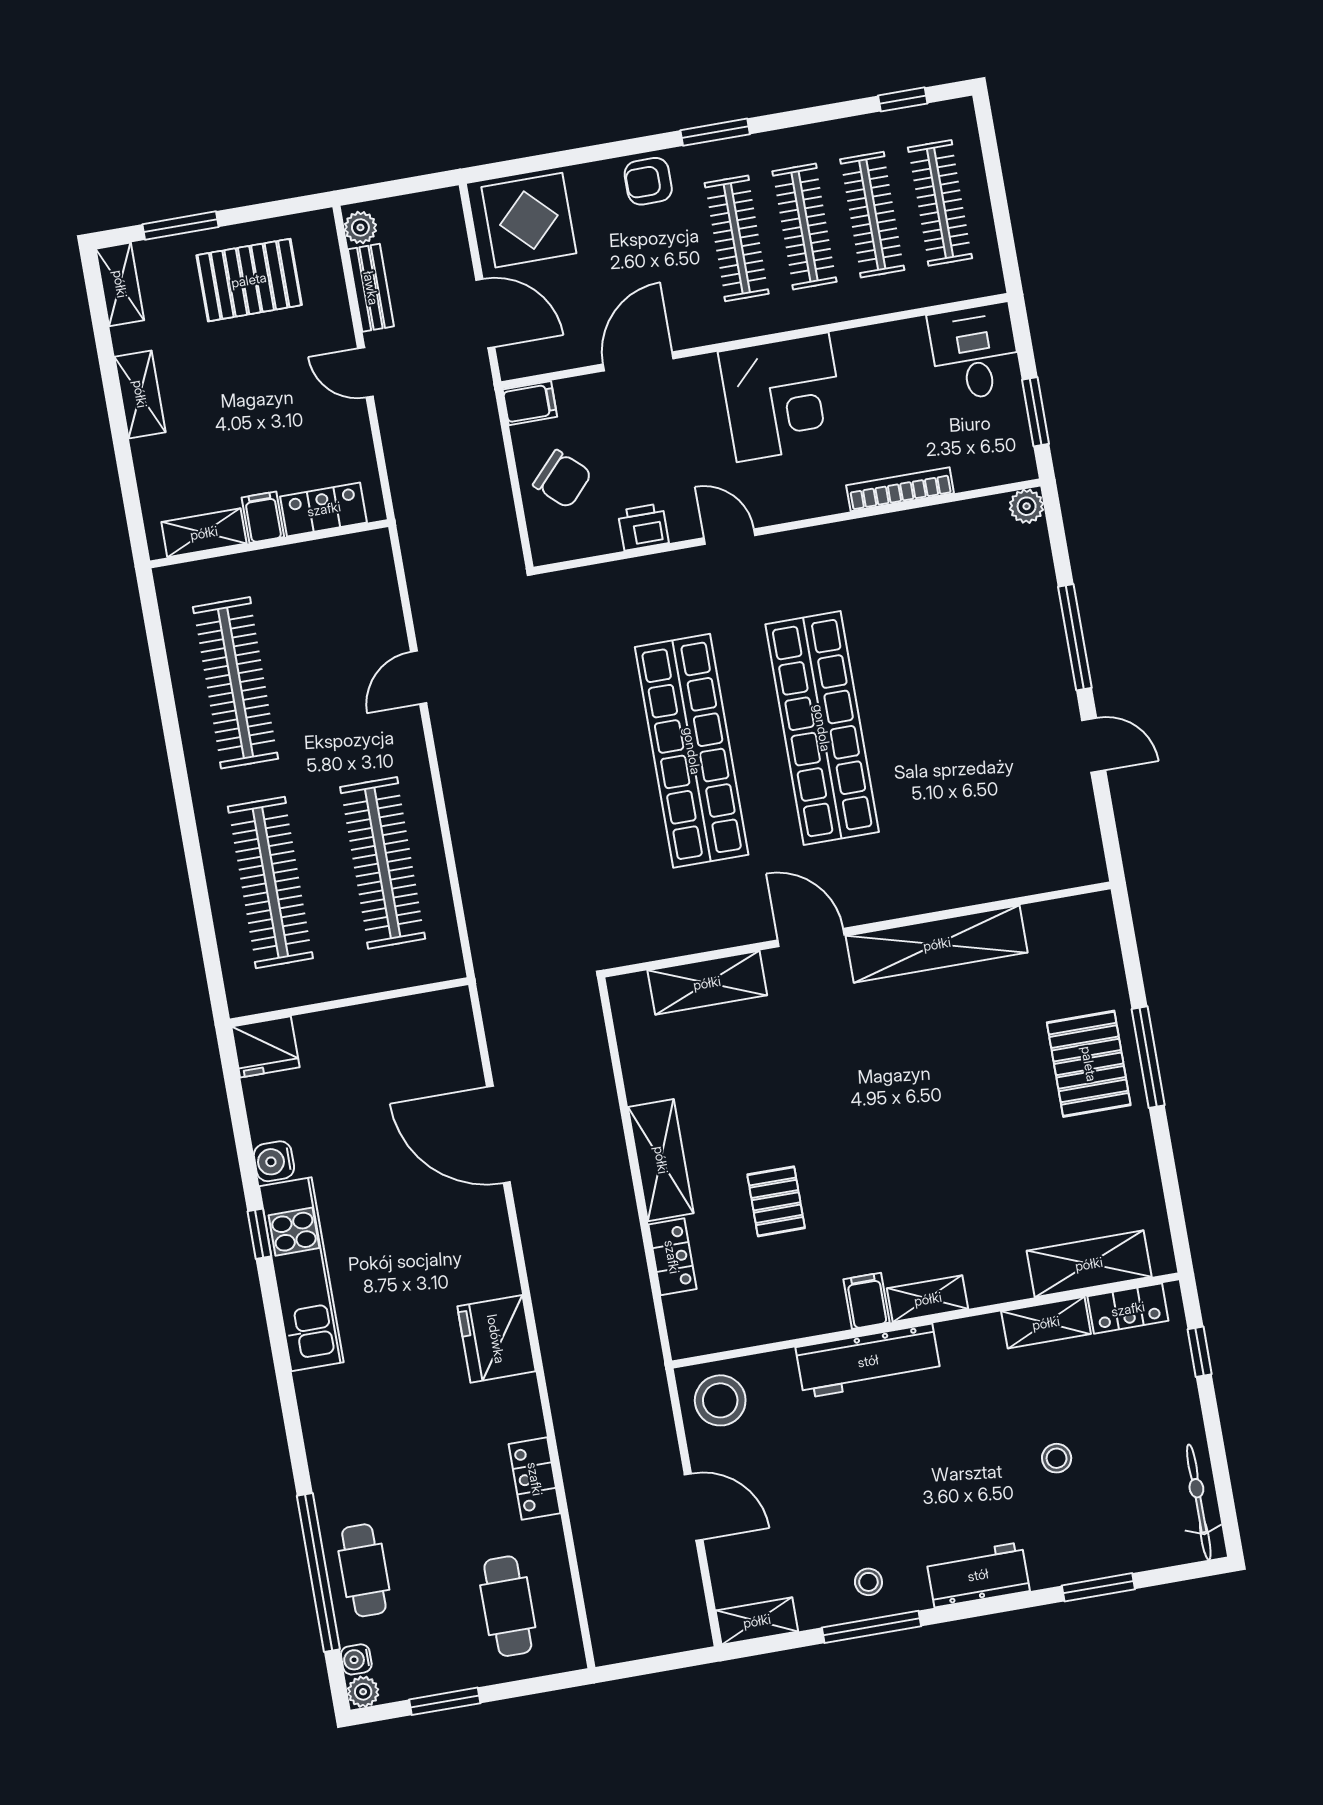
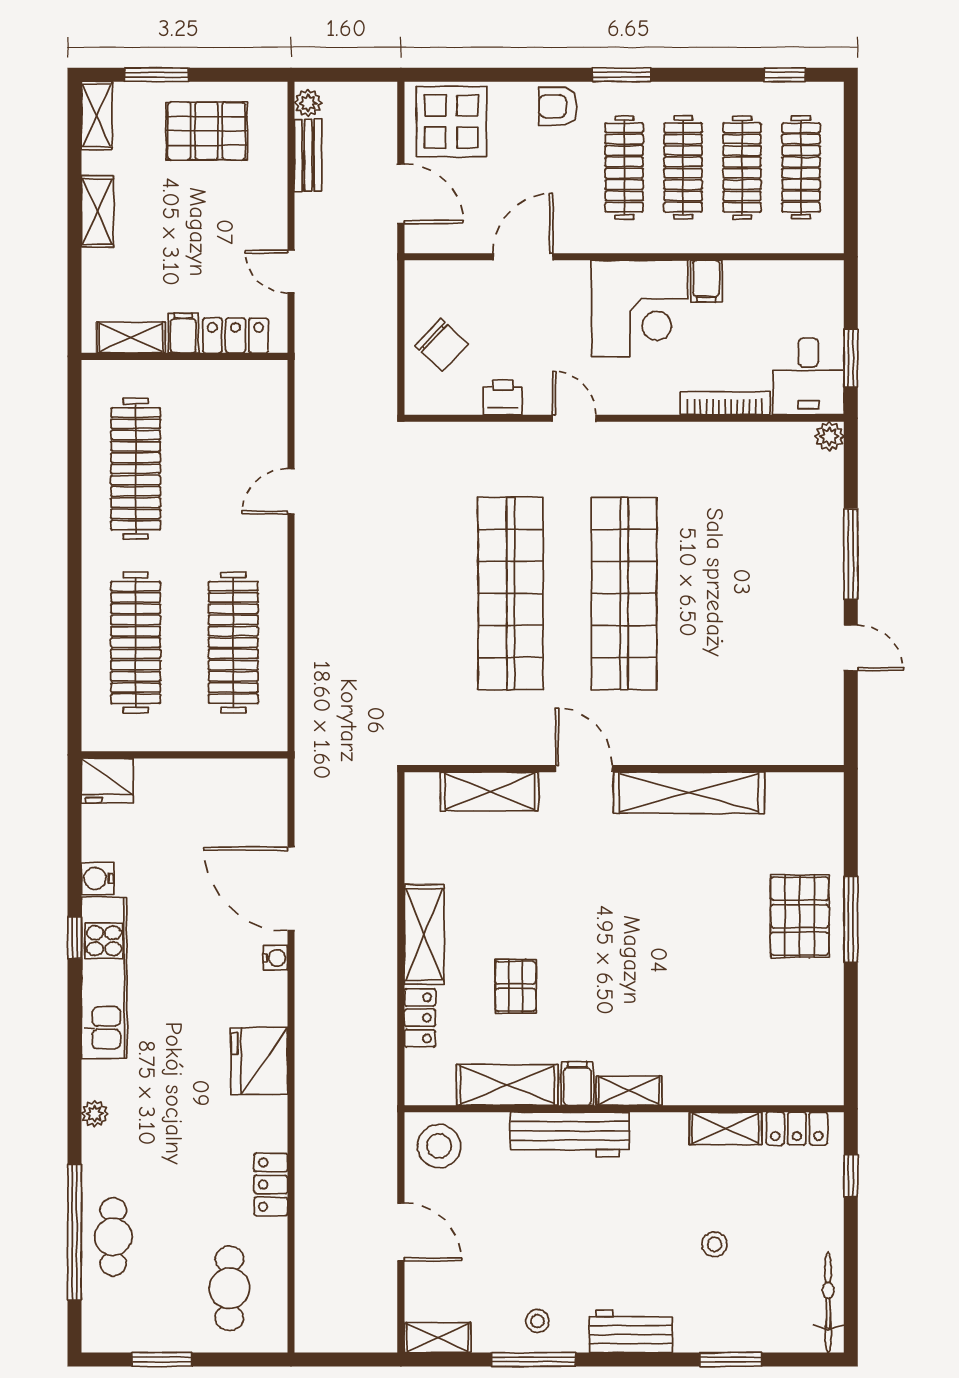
desk: (975, 352) -> (808, 376), moved, turned 180
door: (365, 372) -> (291, 272), moved
filing cabinet: (530, 403) -> (706, 281), moved, turned 90
shelving: (1089, 1264) -> (507, 1085), moved
water cooler: (356, 1659) -> (275, 958), moved, turned 180
plant: (363, 1692) -> (95, 1114), moved

